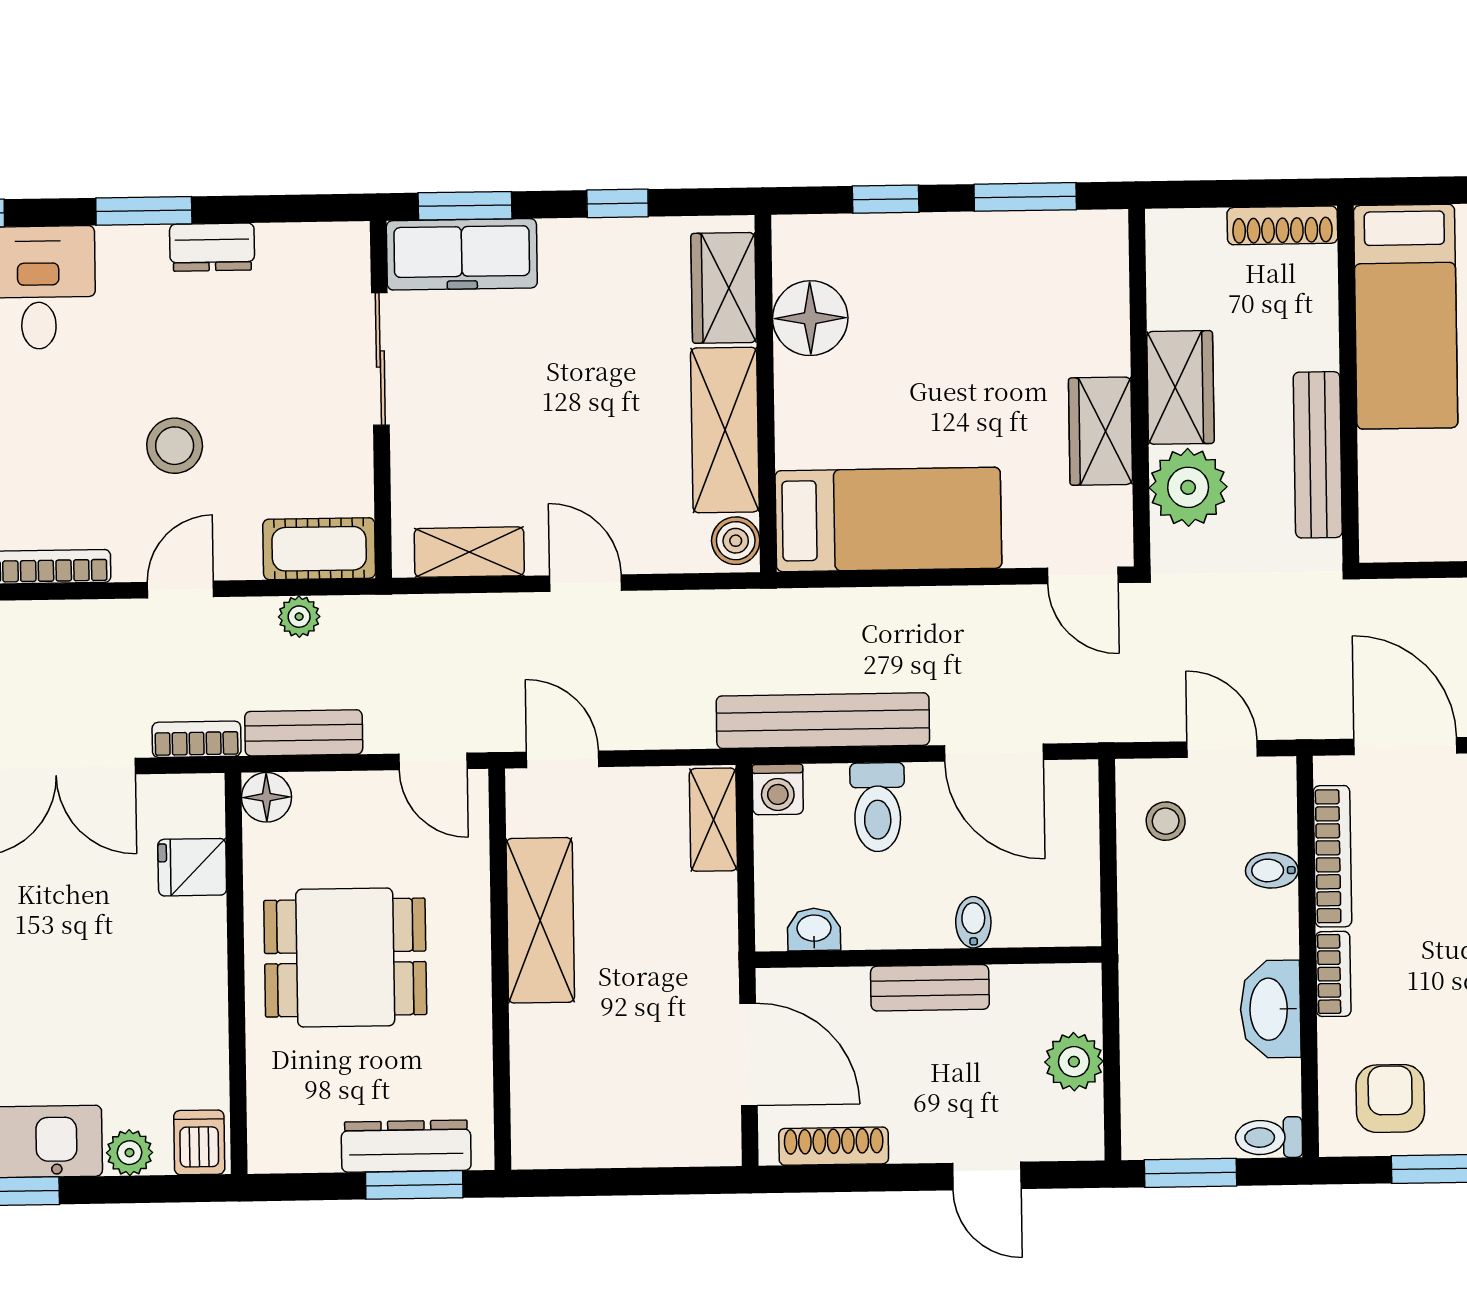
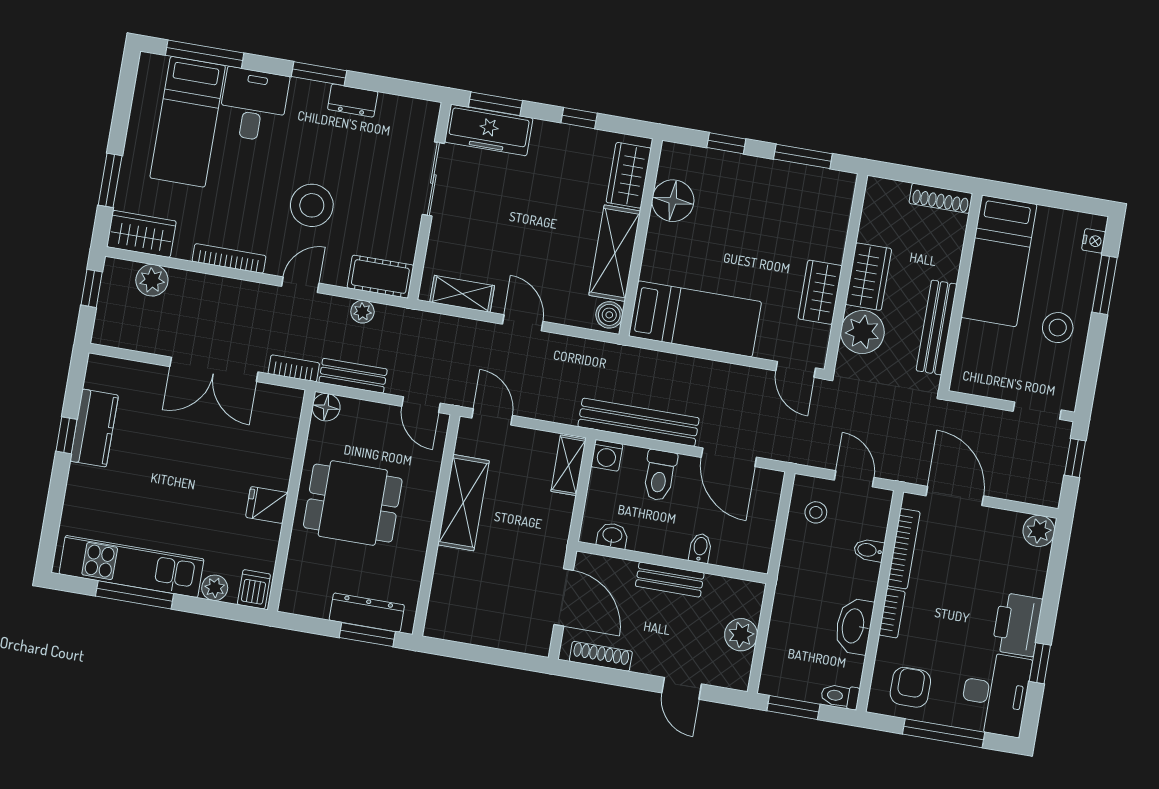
stool: (175, 446) -> (312, 205), width x1.38, depth x1.38
fridge: (192, 867) -> (267, 505), moved

